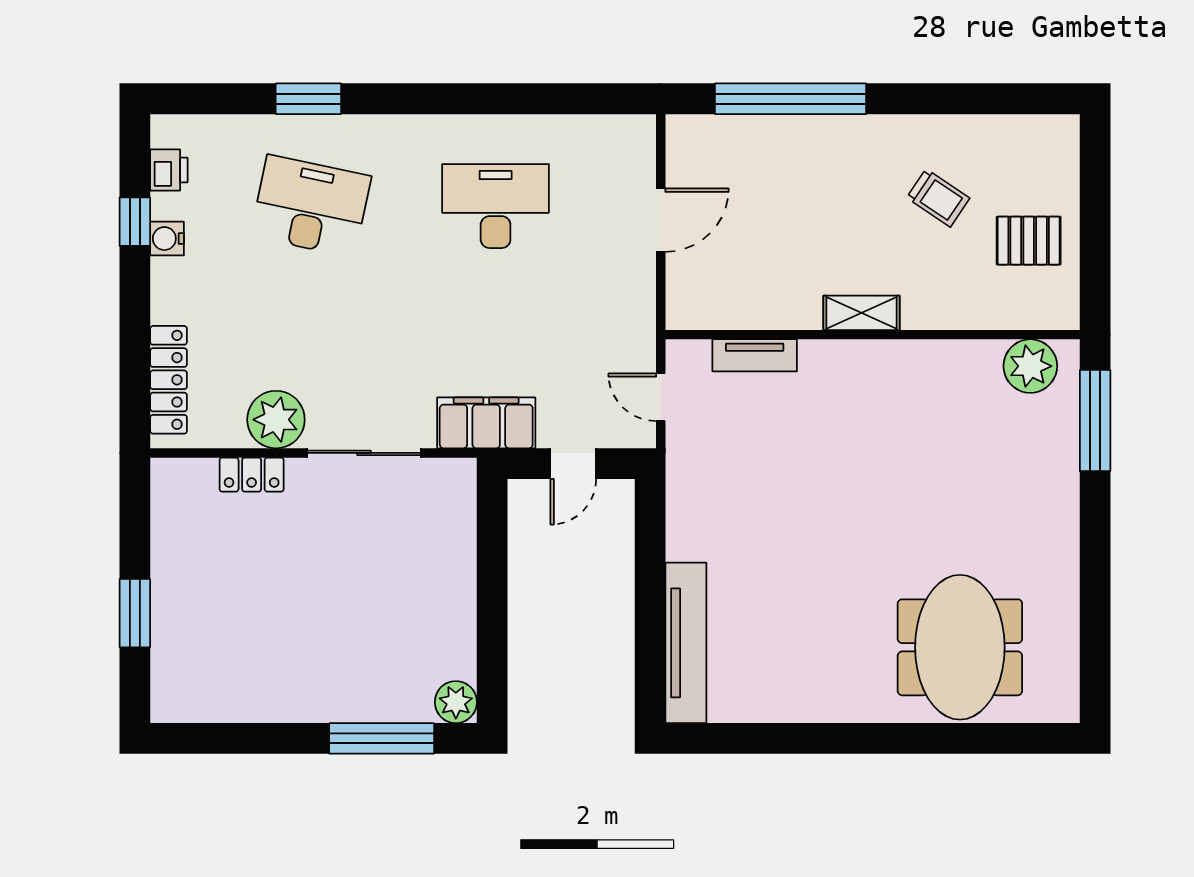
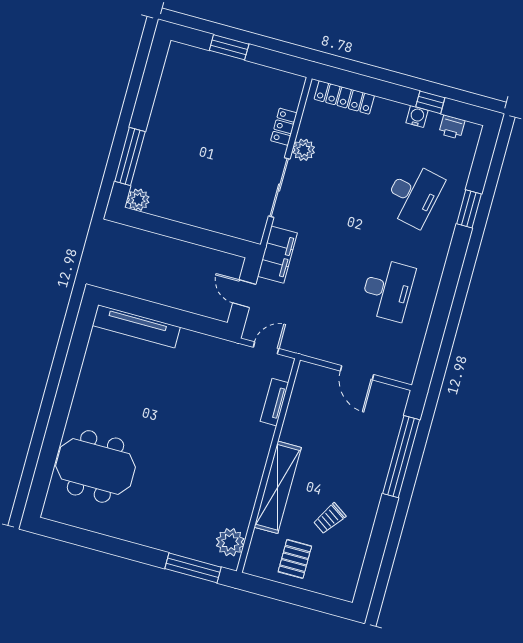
shelving: (861, 313) -> (278, 487), width x2.20, depth x1.33
plant: (276, 420) -> (304, 150), width x0.73, depth x0.73

